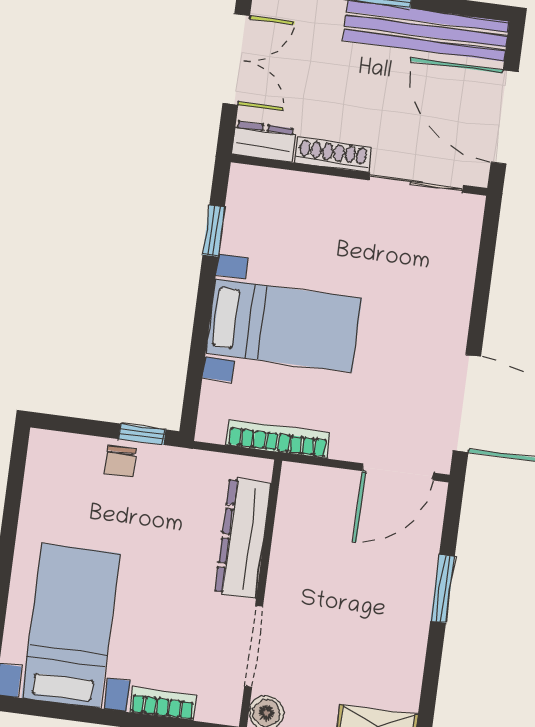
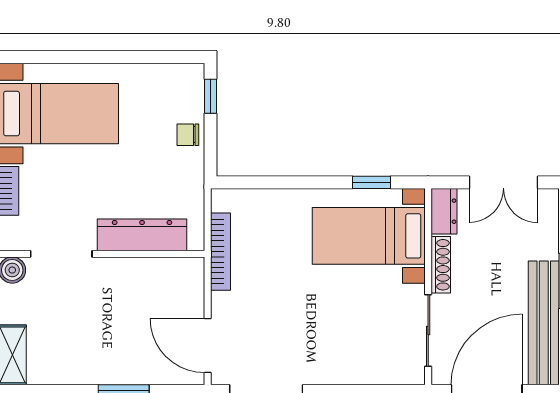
bed with nightstands: (284, 325) -> (369, 236), moved, turned 90
window: (142, 434) -> (211, 96), moved

